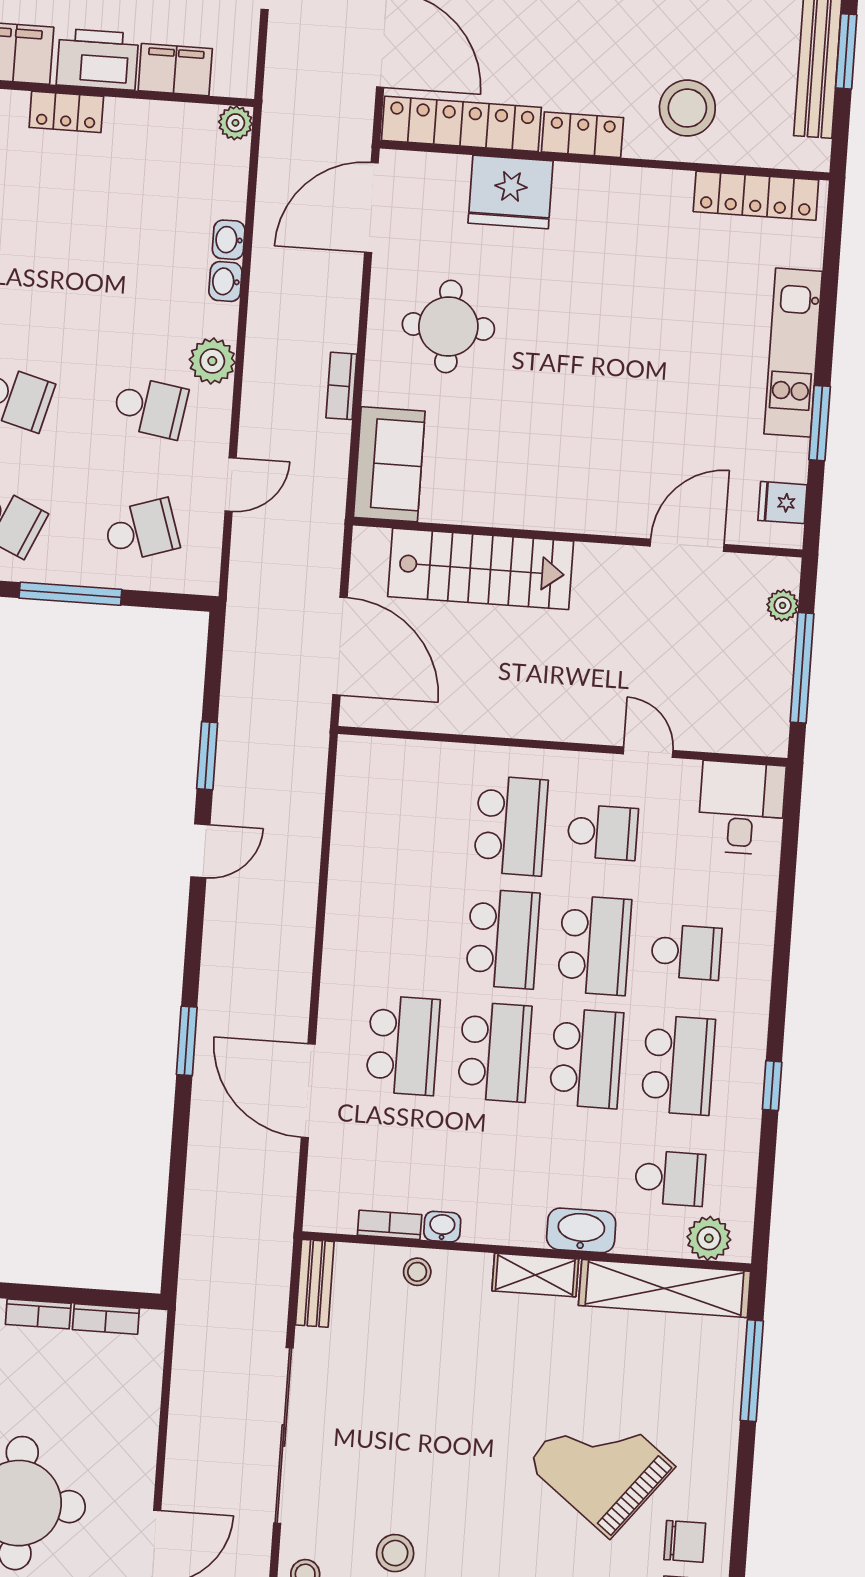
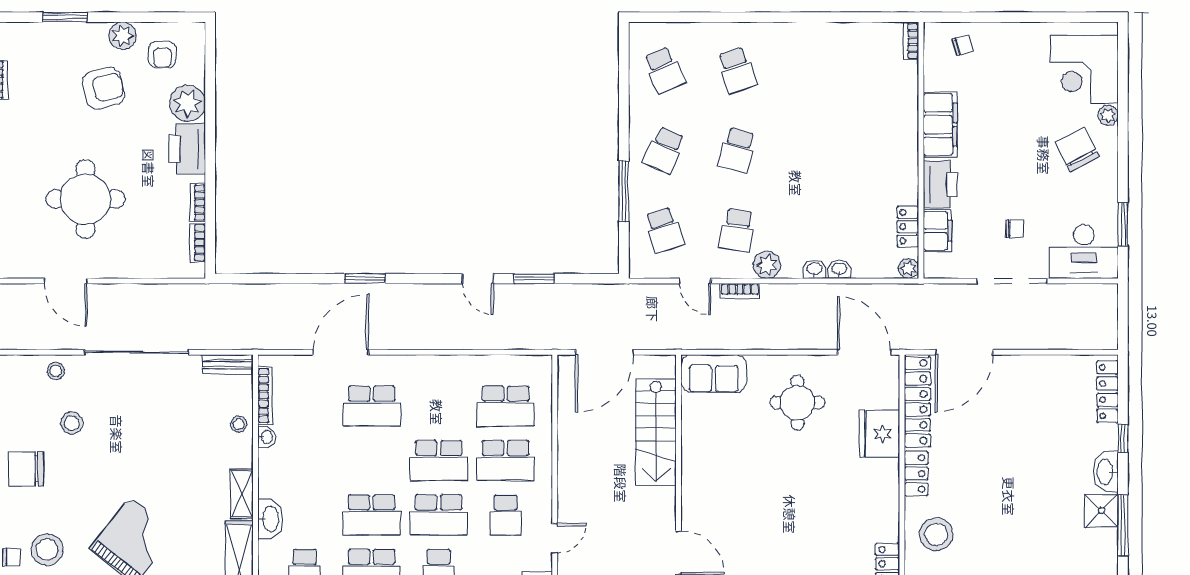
locker: (66, 112) -> (908, 227), moved
bookcase: (341, 386) -> (740, 291), moved, turned 180
school desk: (495, 1052) -> (506, 406), moved
bookcase: (390, 1225) -> (265, 395), width x1.56

